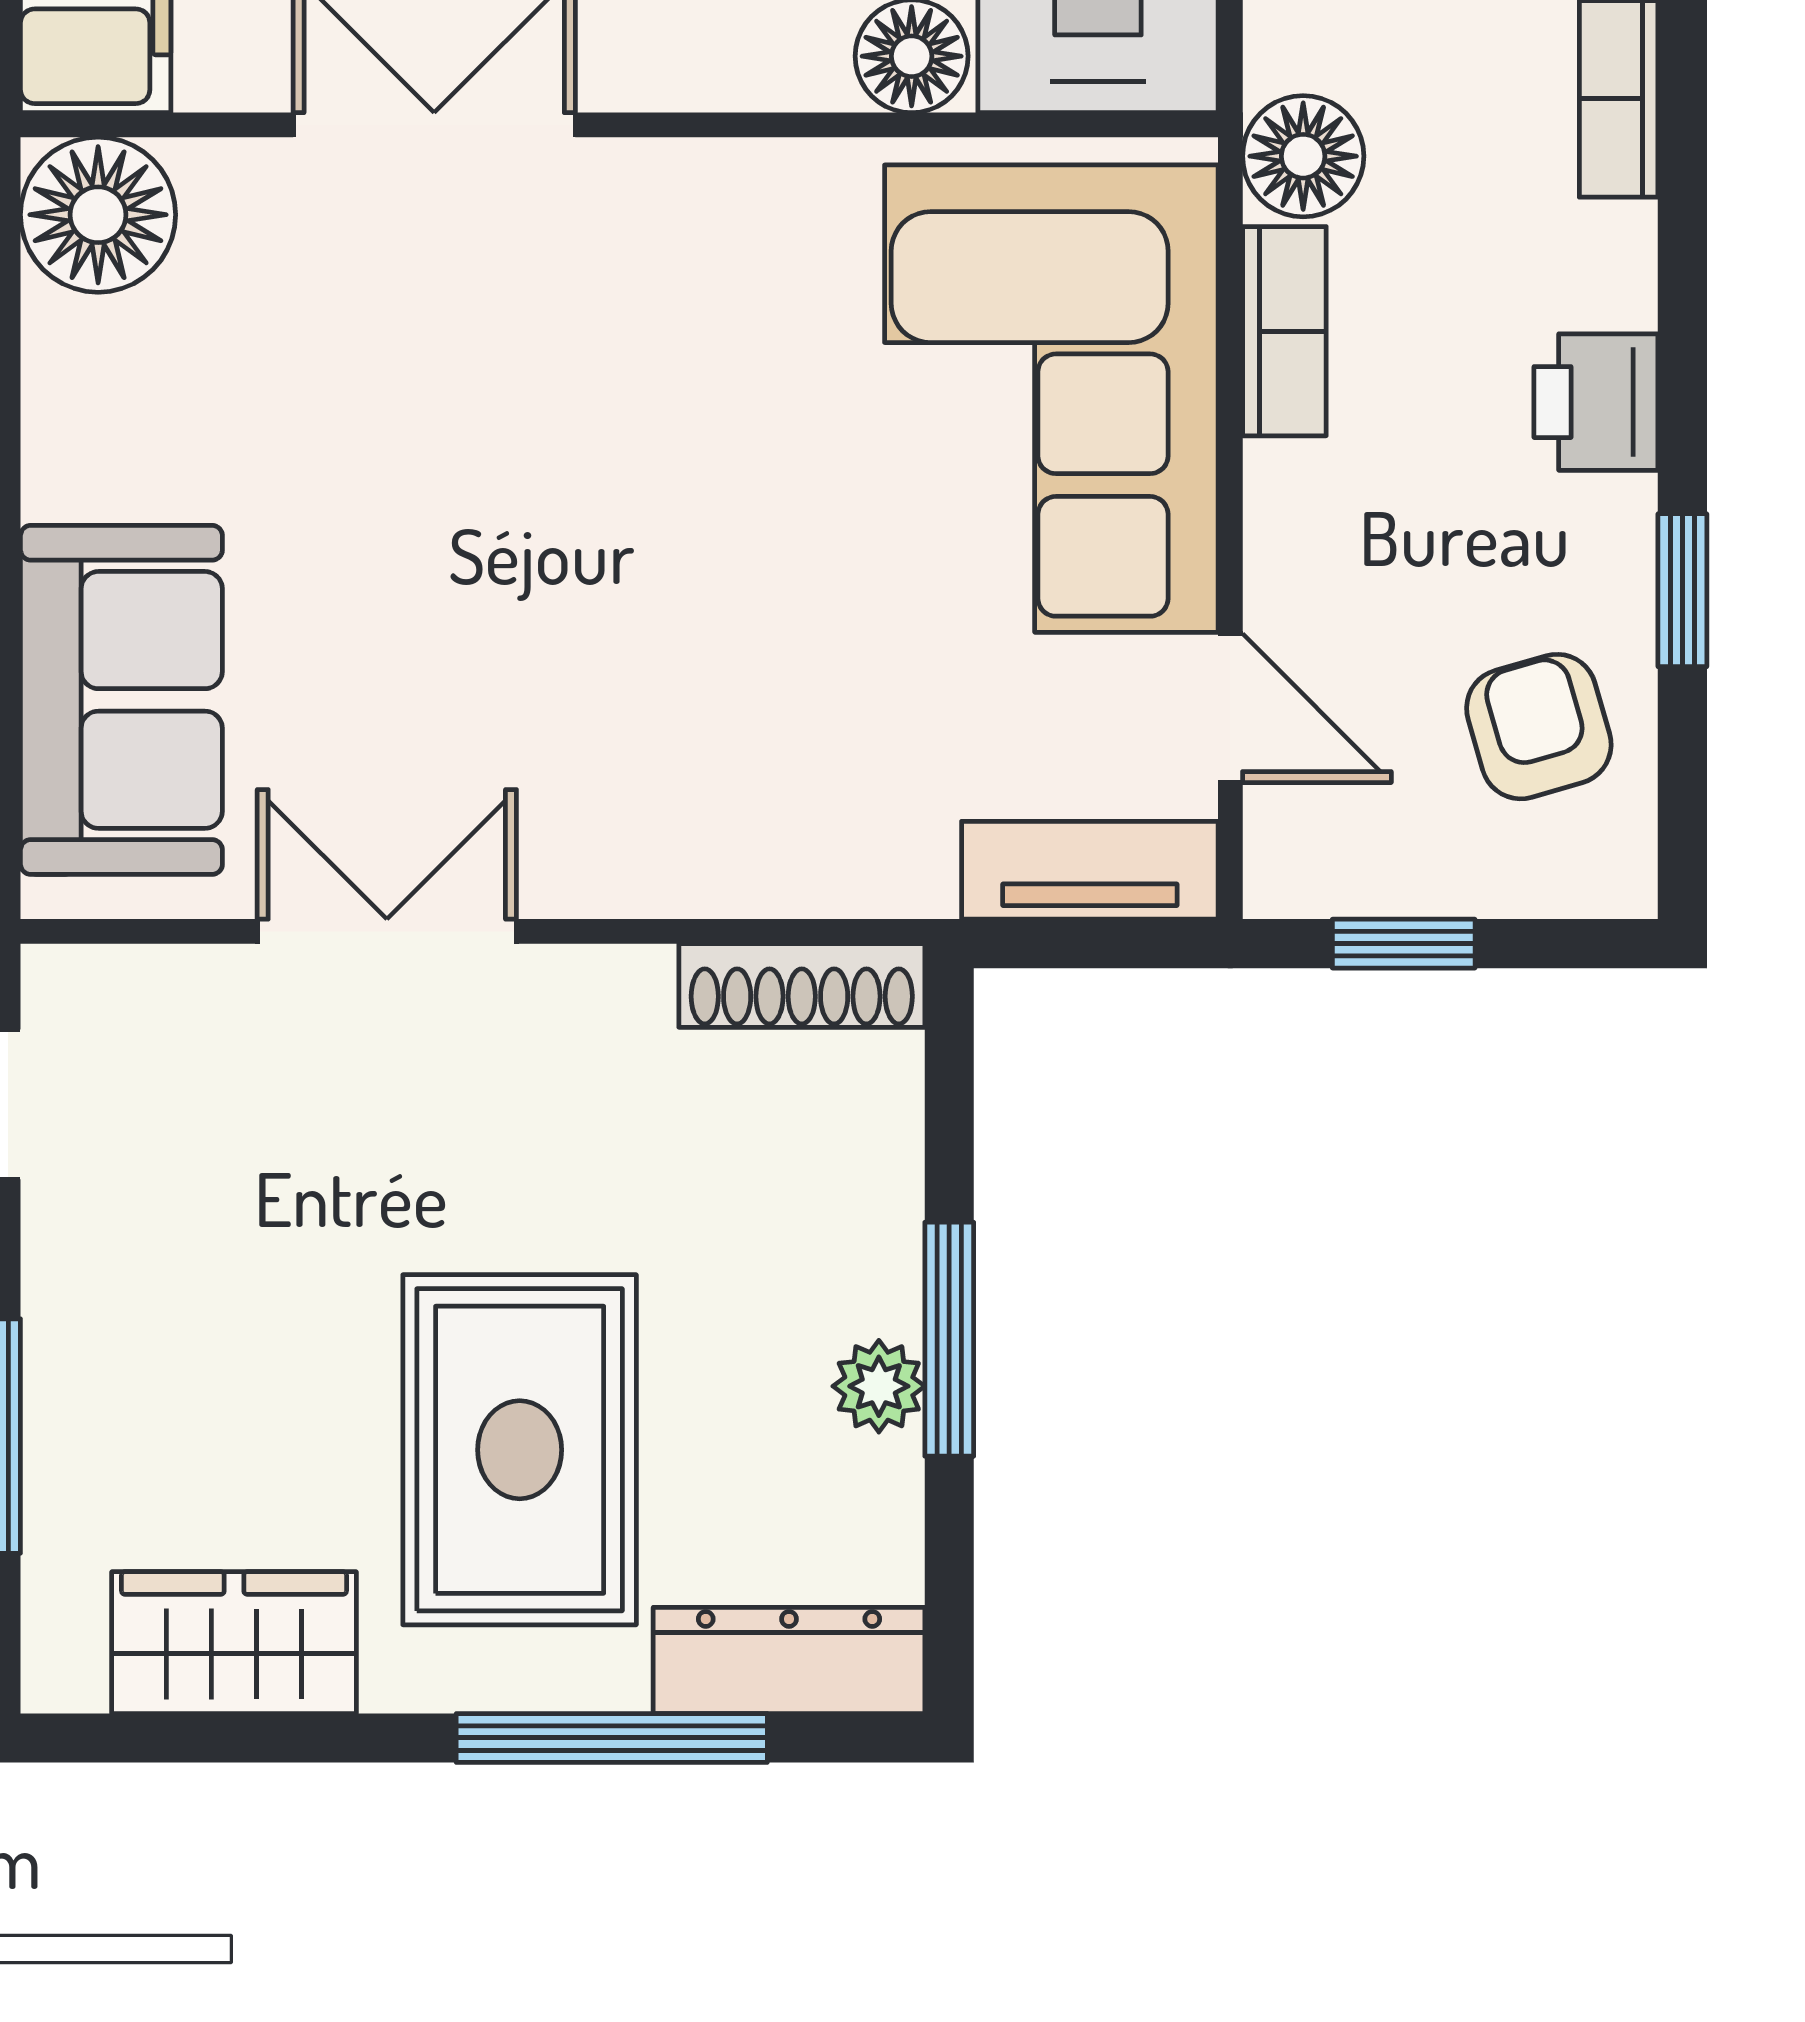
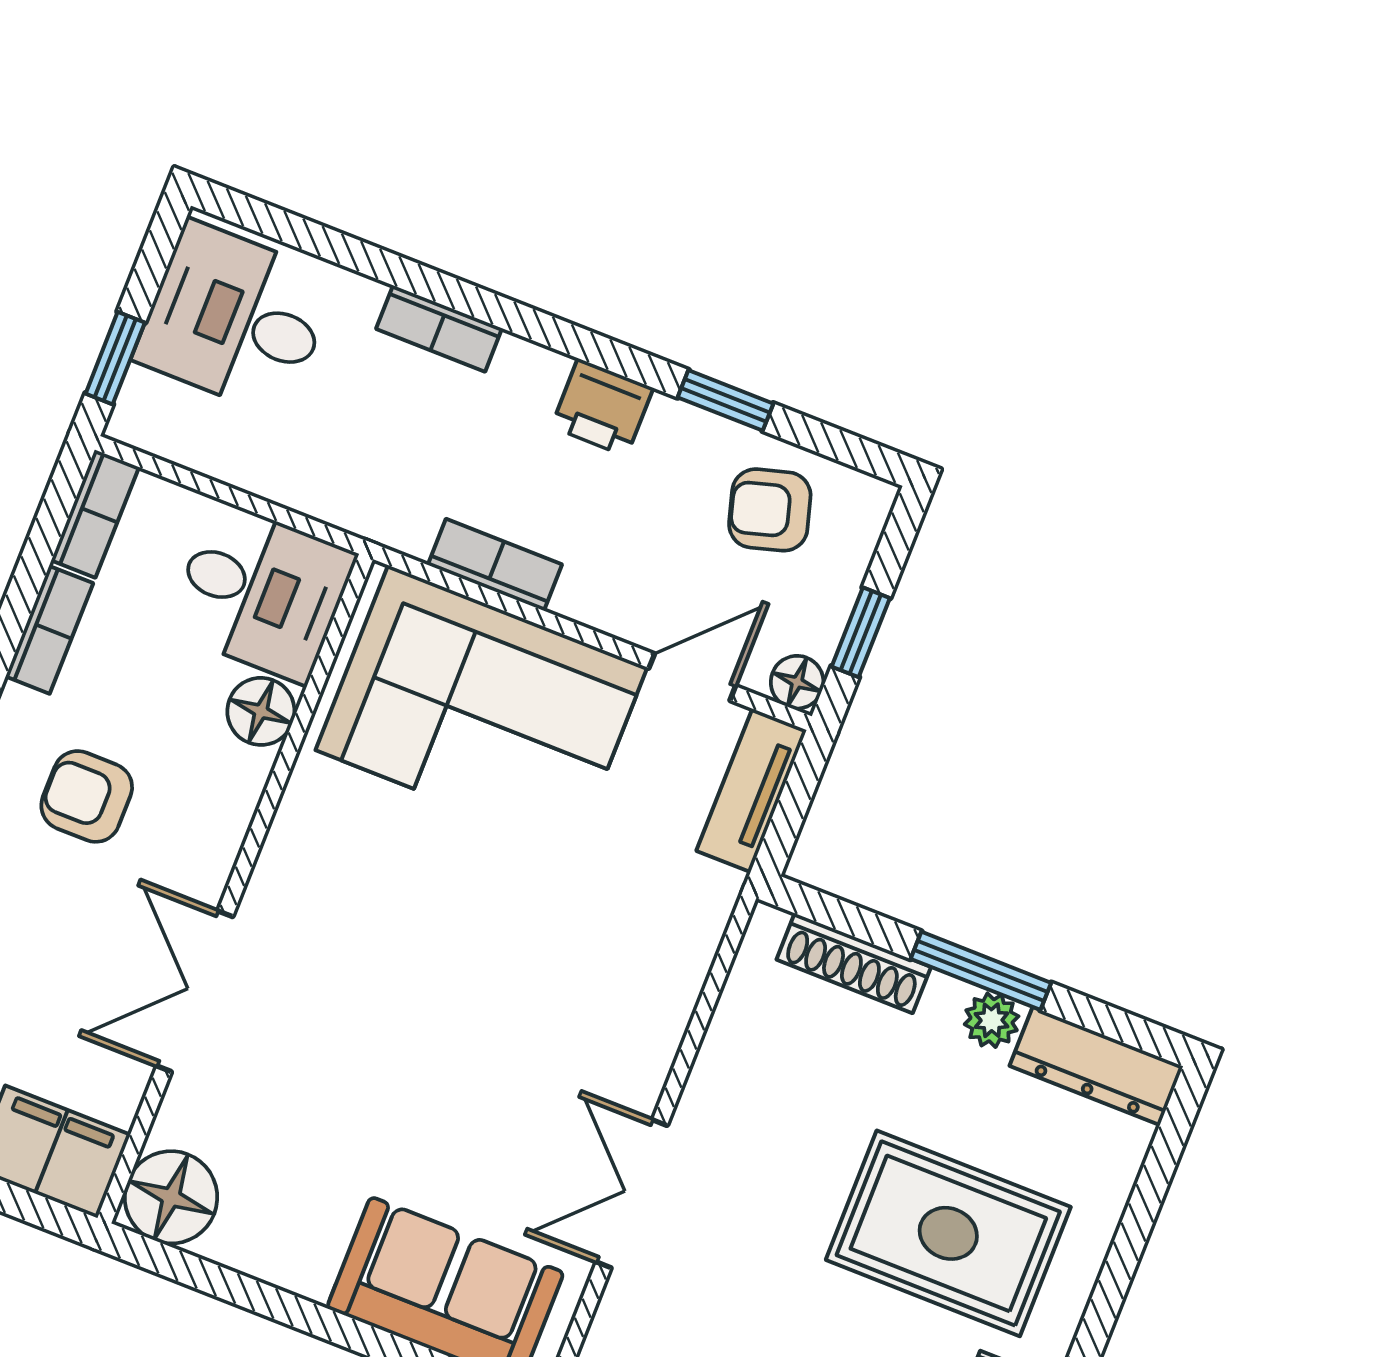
floor lamp: (1303, 156) -> (797, 682), moved, width x0.73, depth x0.73
shoe rack: (802, 985) -> (854, 963), moved, turned 90
dresser: (789, 1660) -> (1096, 1066), moved, turned -90
window: (612, 1738) -> (1128, 1245), removed

